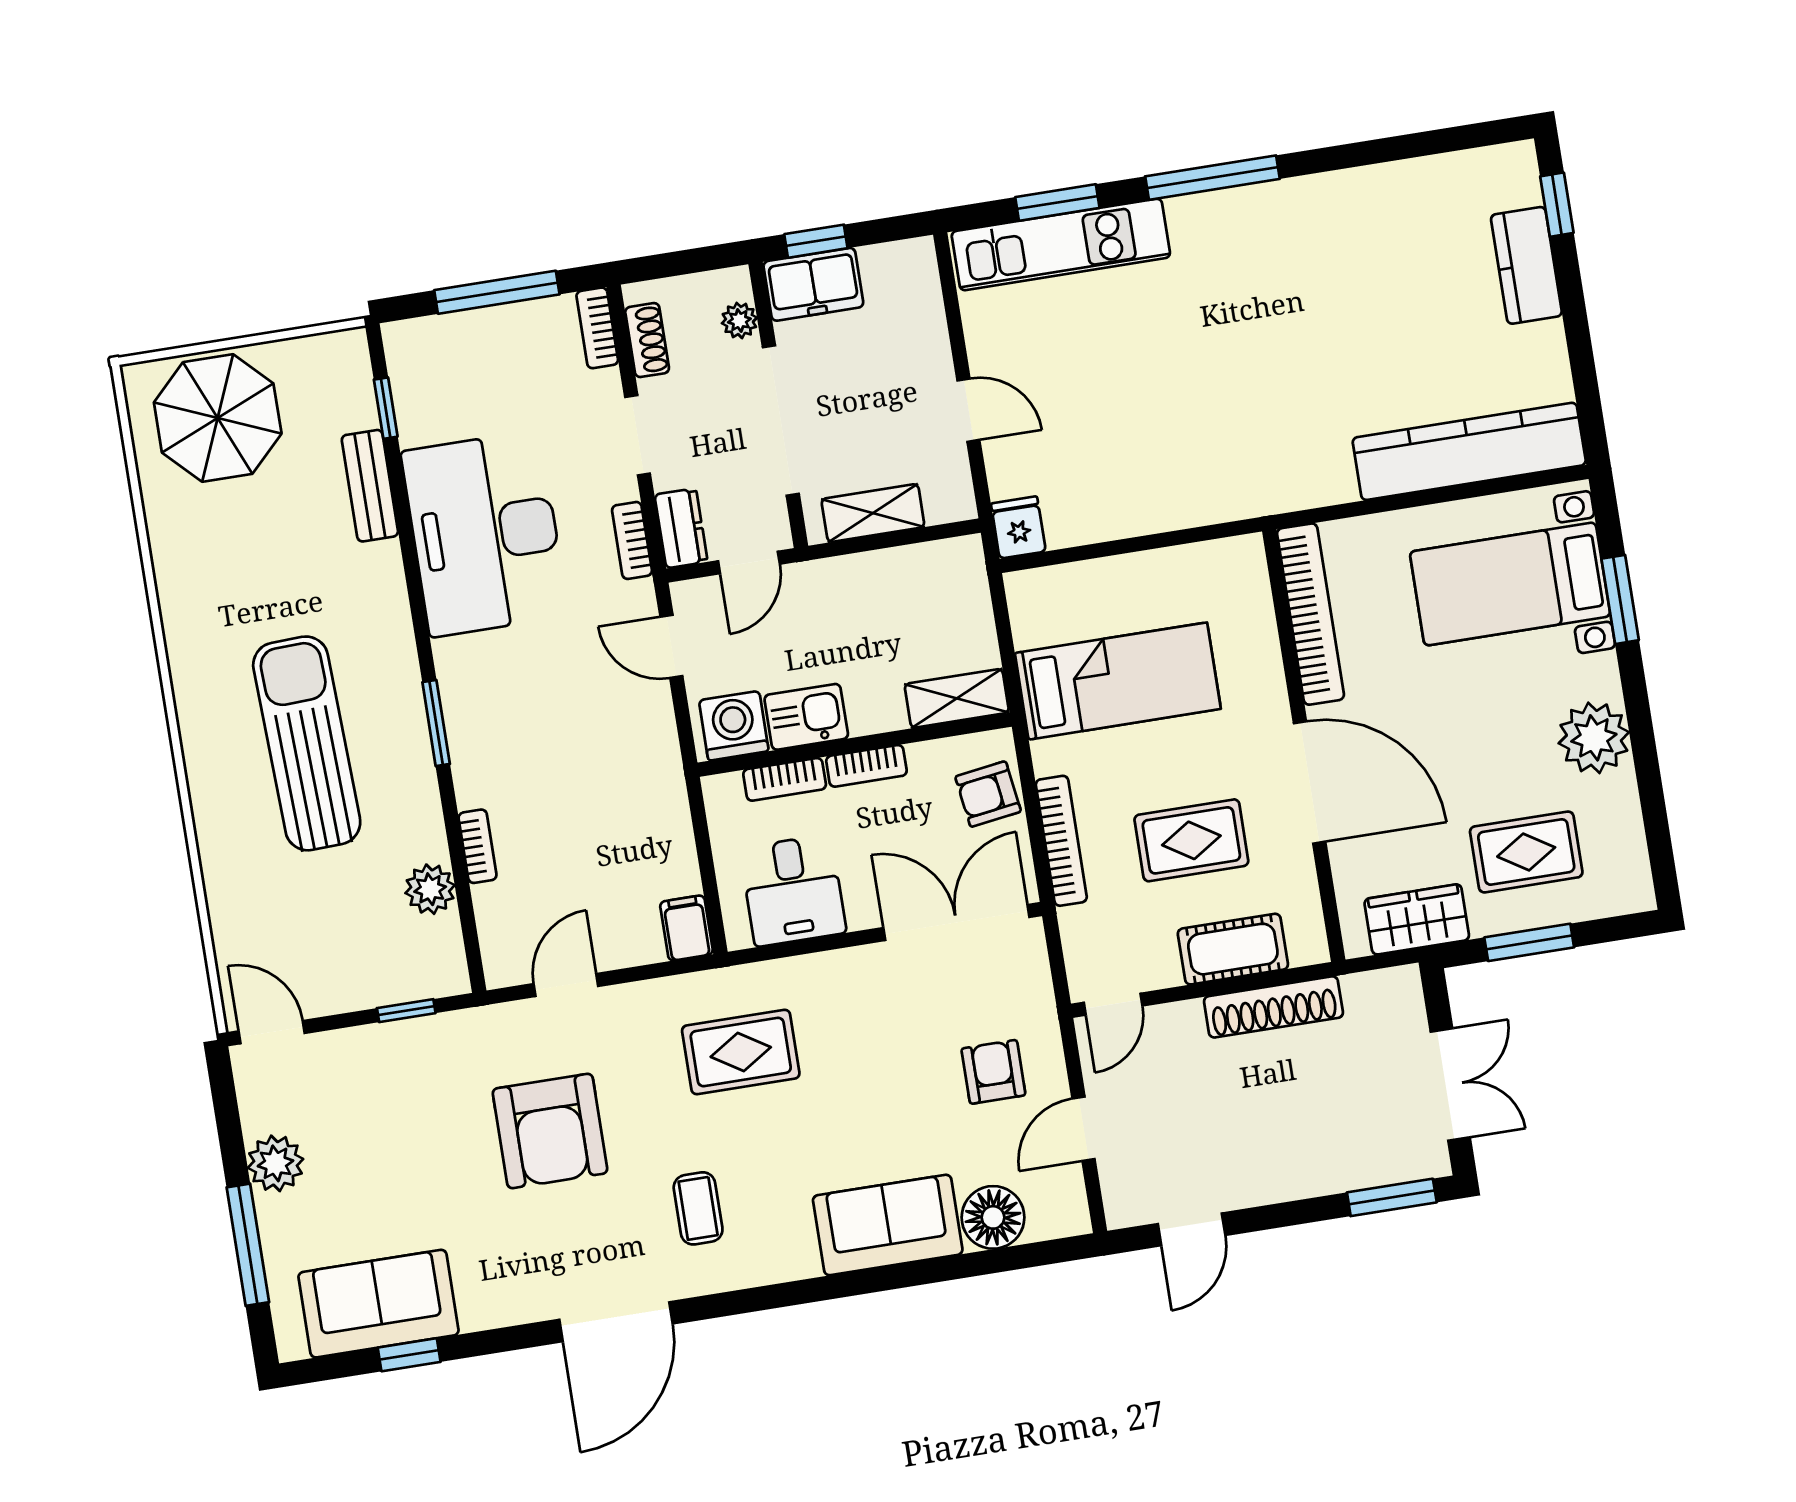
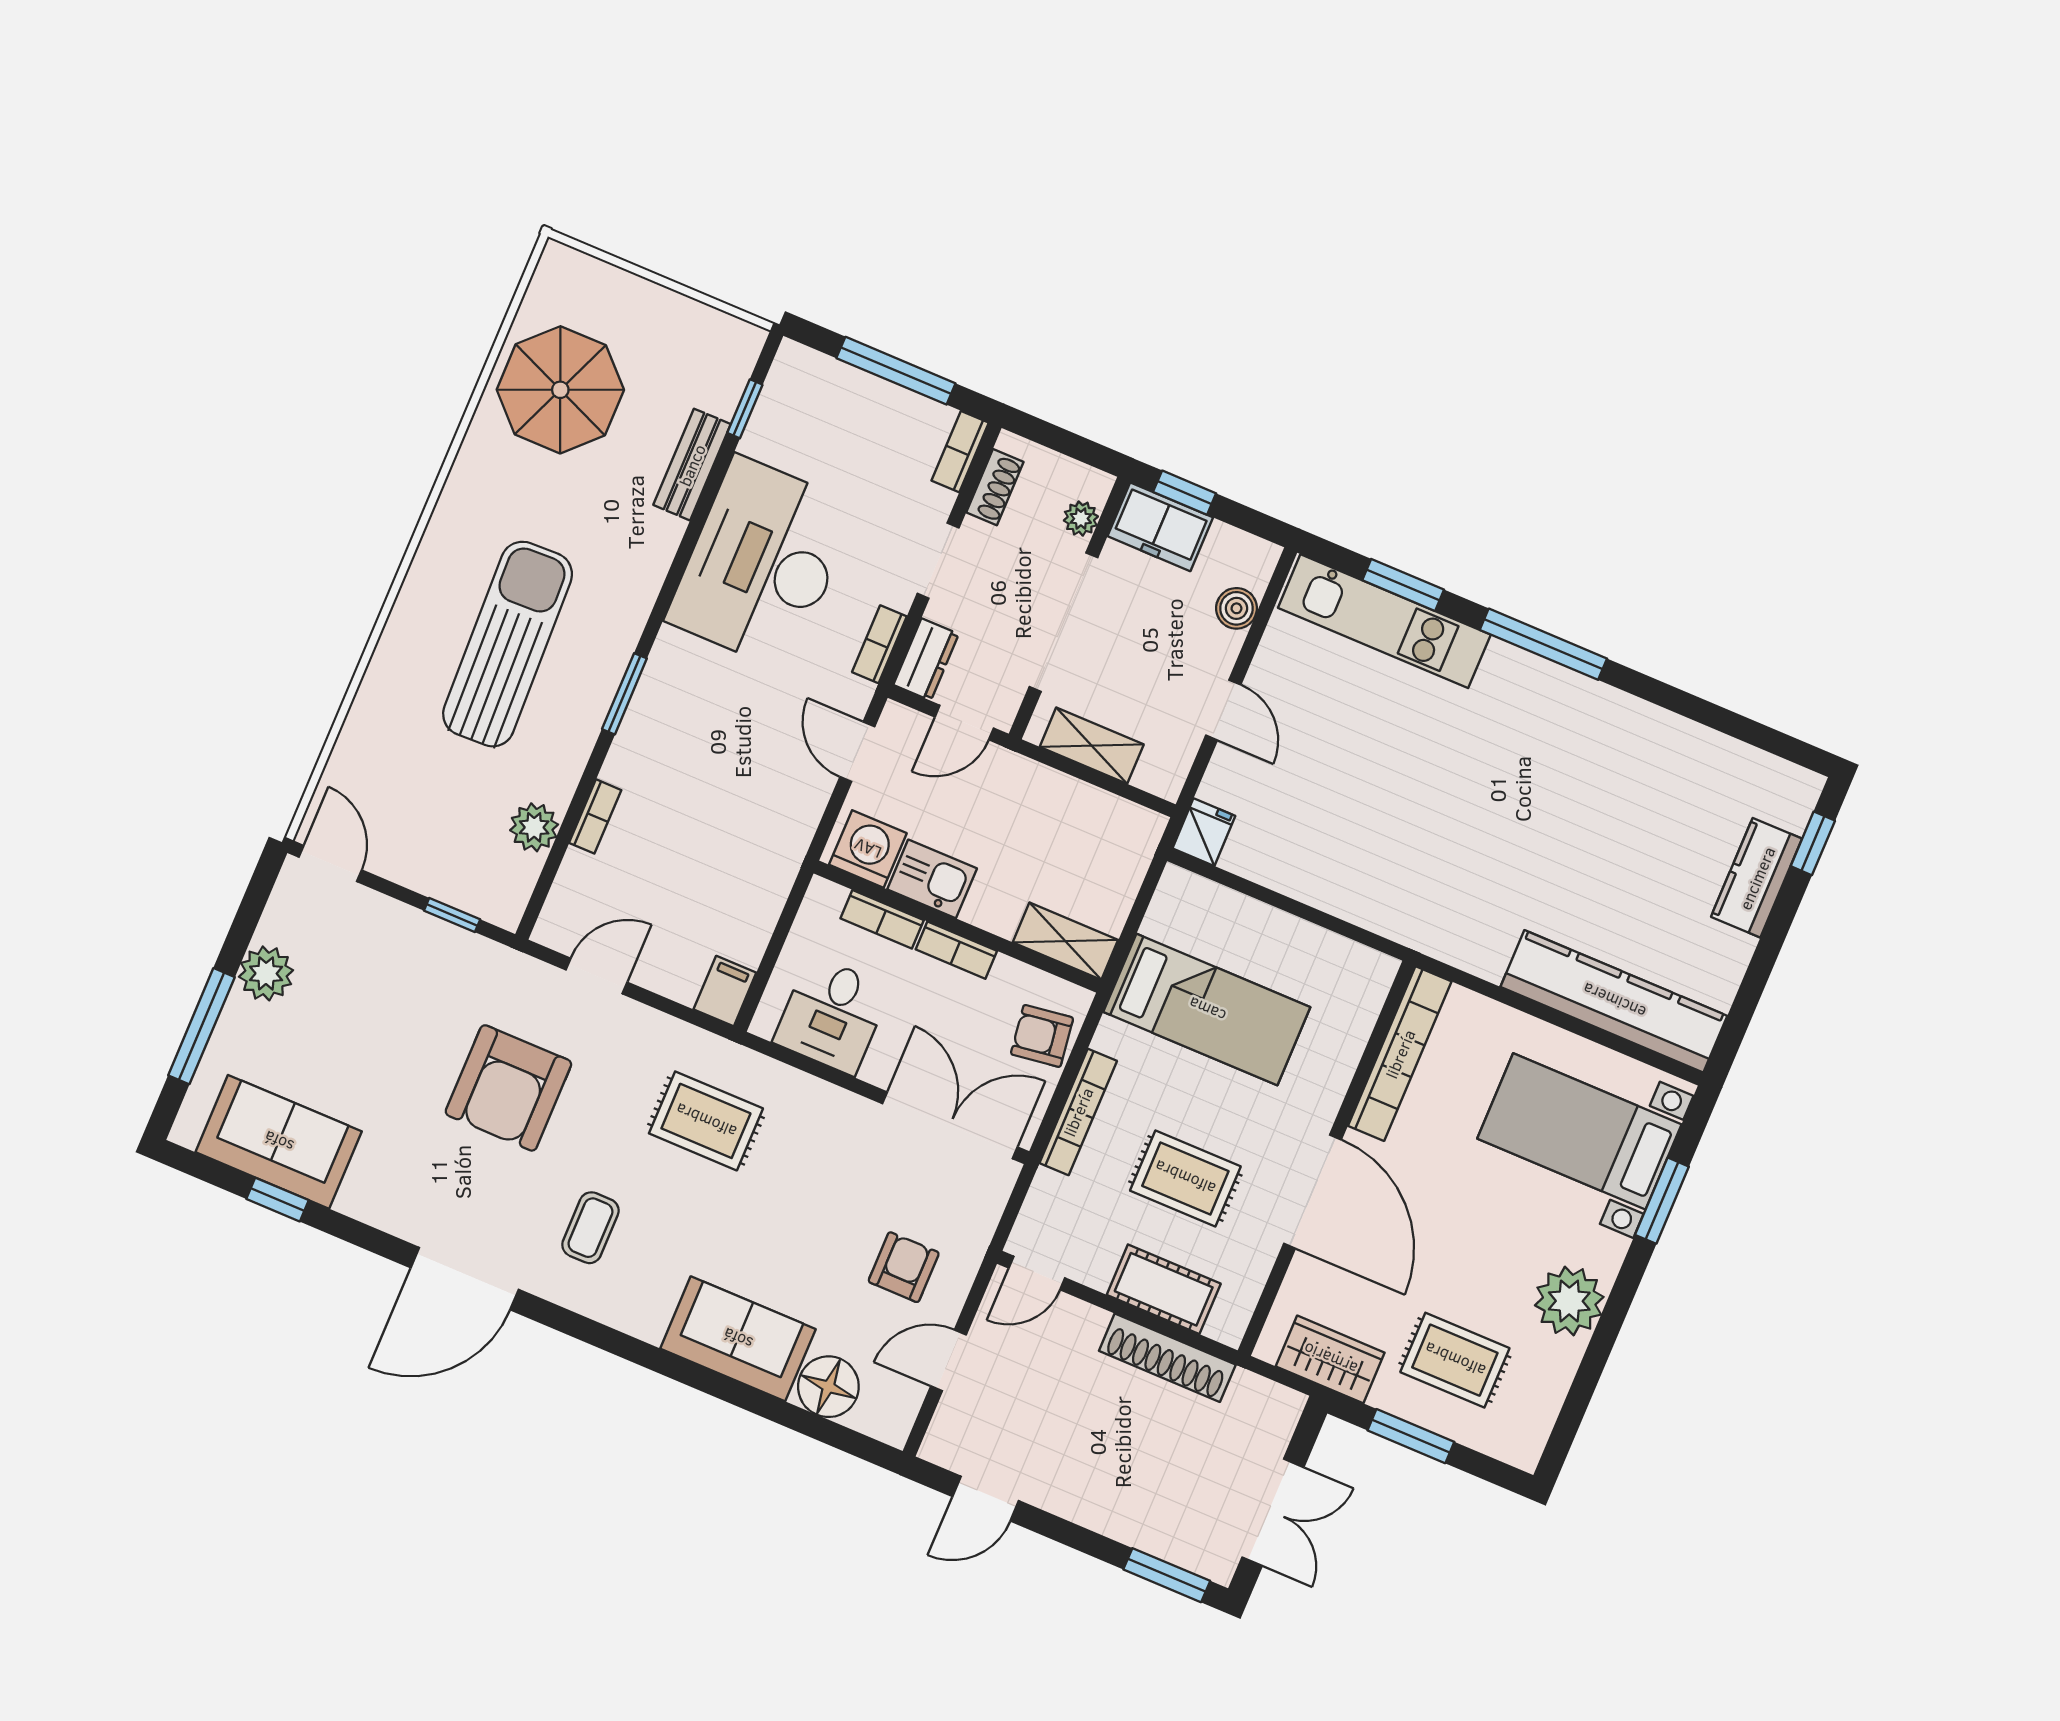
boiler: (925, 314) -> (1236, 608), added
parasol: (218, 418) -> (560, 390), moved

